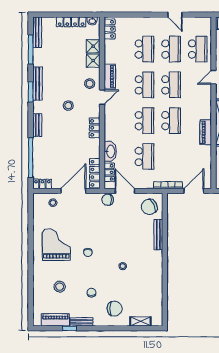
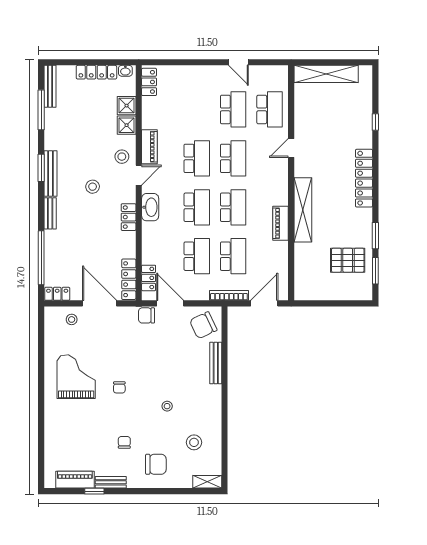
school desk: (144, 49) -> (233, 256), moved
bench: (37, 84) -> (50, 173), moved
washbasin: (110, 151) -> (150, 207), moved
door: (73, 191) -> (100, 303), hinge flipped
stool: (60, 287) -> (194, 442), moved
shelving: (140, 321) -> (207, 482), moved

